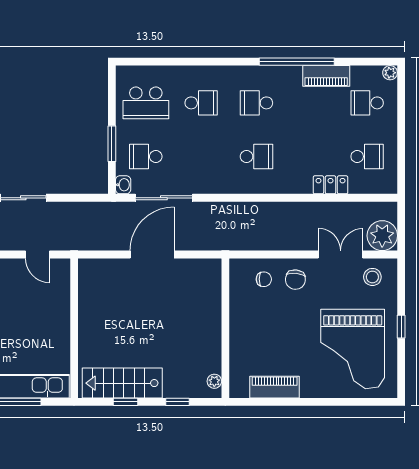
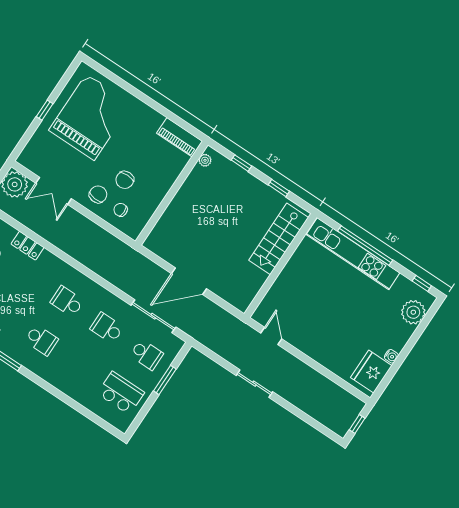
school desk: (201, 103) -> (107, 328), moved
washbasin: (123, 185) -> (176, 345), removed
stool: (372, 277) -> (42, 159), removed
chair: (279, 311) -> (125, 180), added
stairs: (122, 383) -> (279, 239), moved, turned 90
piano: (275, 387) -> (179, 137), moved

